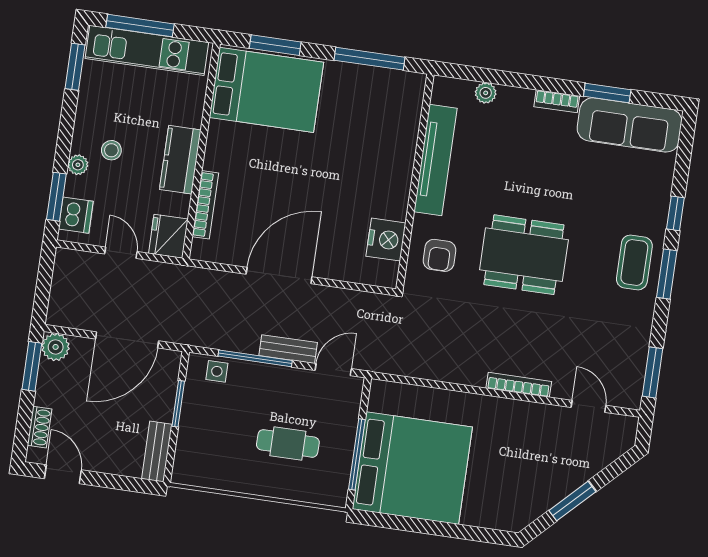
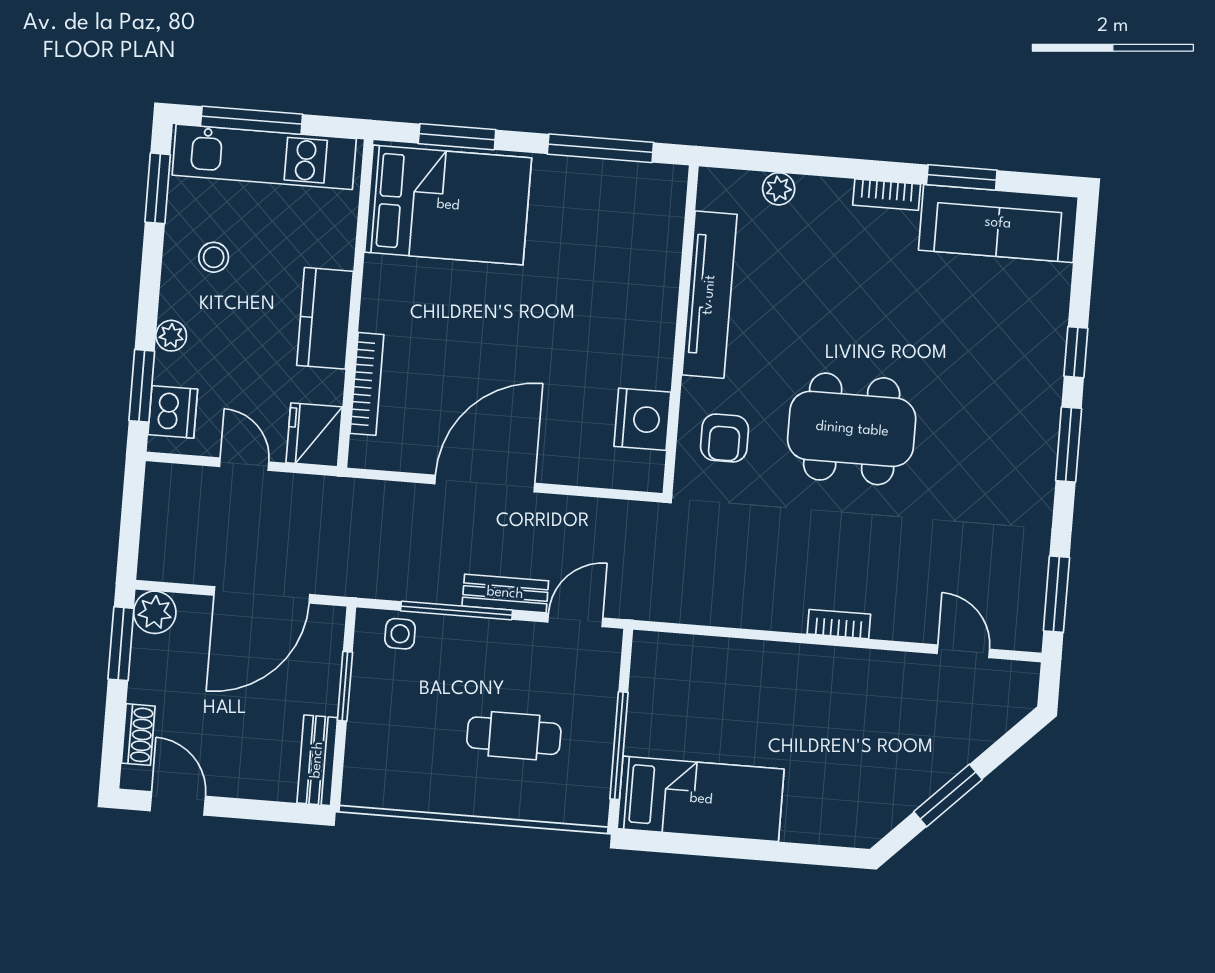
stool: (111, 150) -> (214, 257), moved
coffee table: (634, 262) -> (1019, 430), removed
bookcase: (519, 385) -> (839, 624), width x0.64
bed: (412, 468) -> (701, 799), width x0.49

